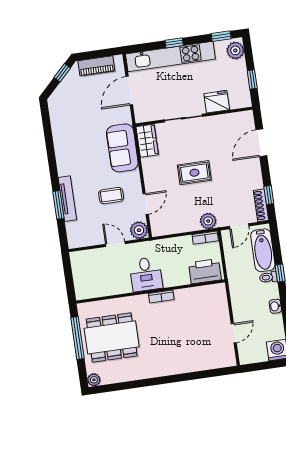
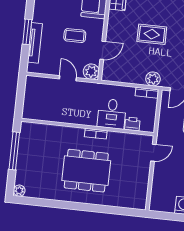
tv unit: (67, 199) -> (35, 43), moved
printer: (205, 271) -> (132, 124), width x0.53, depth x0.68
desk: (146, 274) -> (112, 114), moved
door: (234, 333) -> (153, 153), moved
dining table: (112, 337) -> (86, 171), moved

